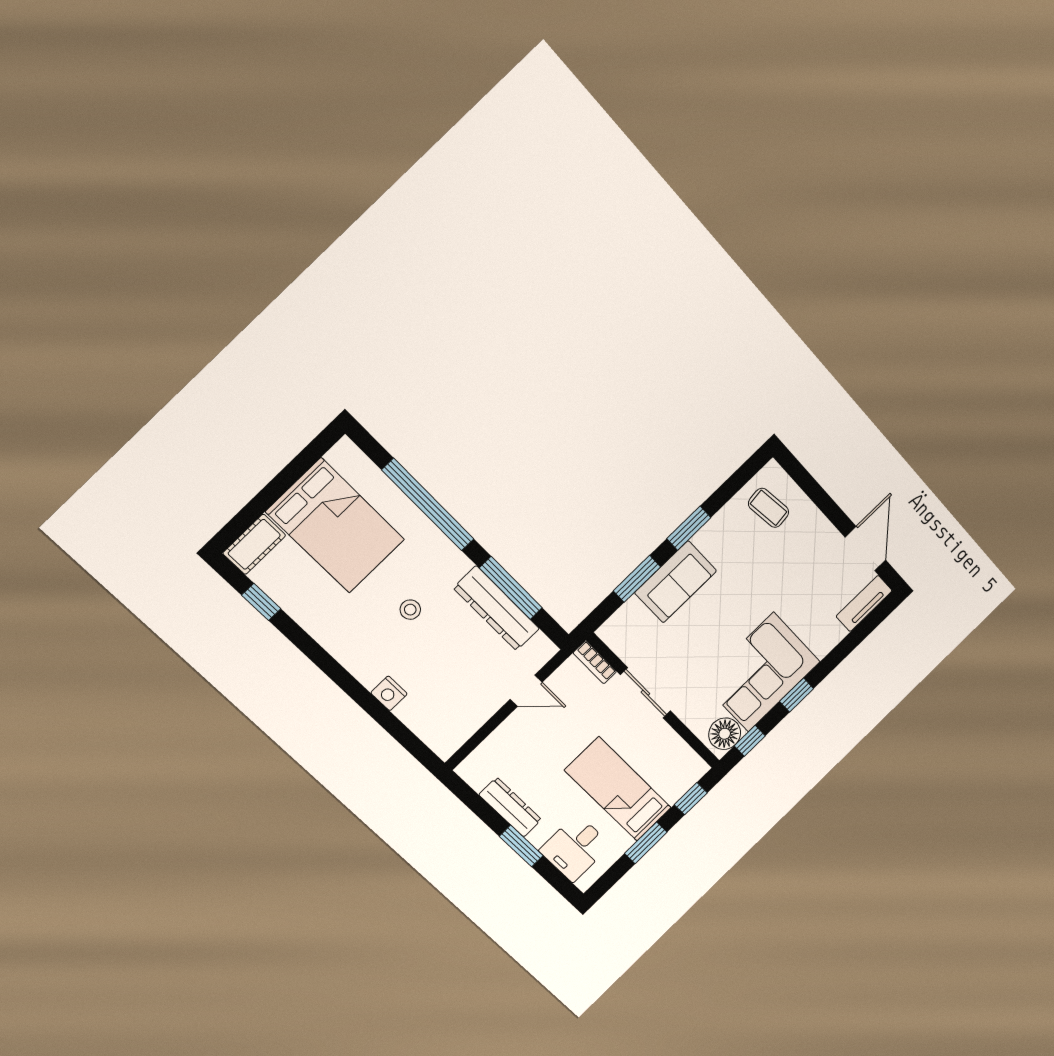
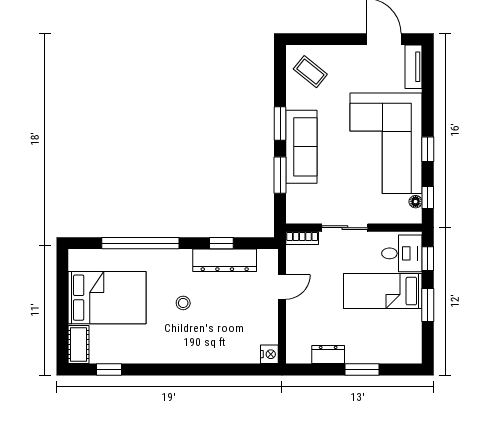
coffee table: (769, 508) -> (310, 72), turned 46
sofa: (676, 582) -> (301, 147), width x1.36
window: (511, 588) -> (221, 243), width x0.46
corner sofa: (761, 672) -> (386, 143), width x1.36, depth x1.36
nightstand: (389, 693) -> (269, 354), moved, turned -90
floor lamp: (725, 734) -> (416, 202), width x0.53, depth x0.53
dresser: (510, 807) -> (328, 355), width x0.70
desk: (575, 848) -> (402, 253), moved, turned -90

